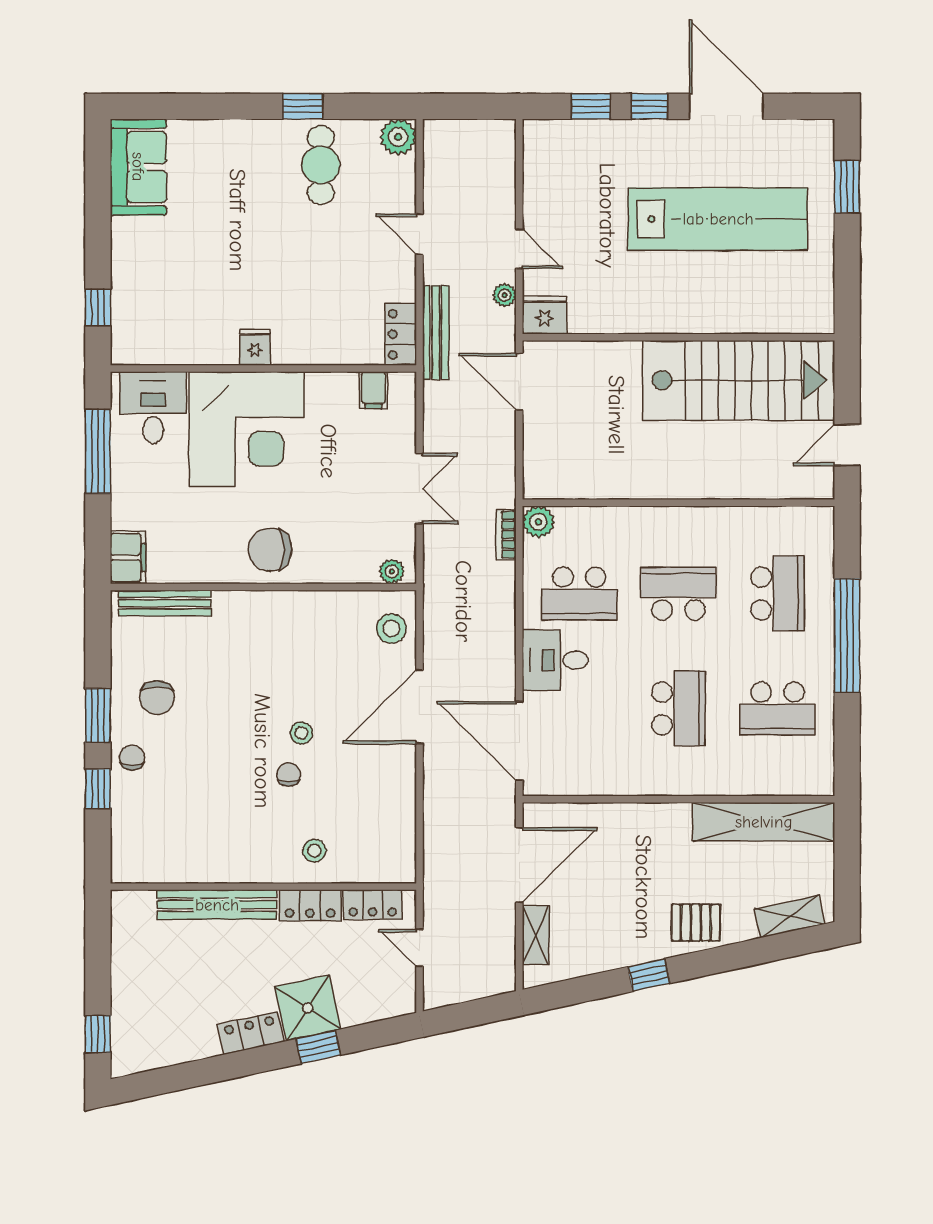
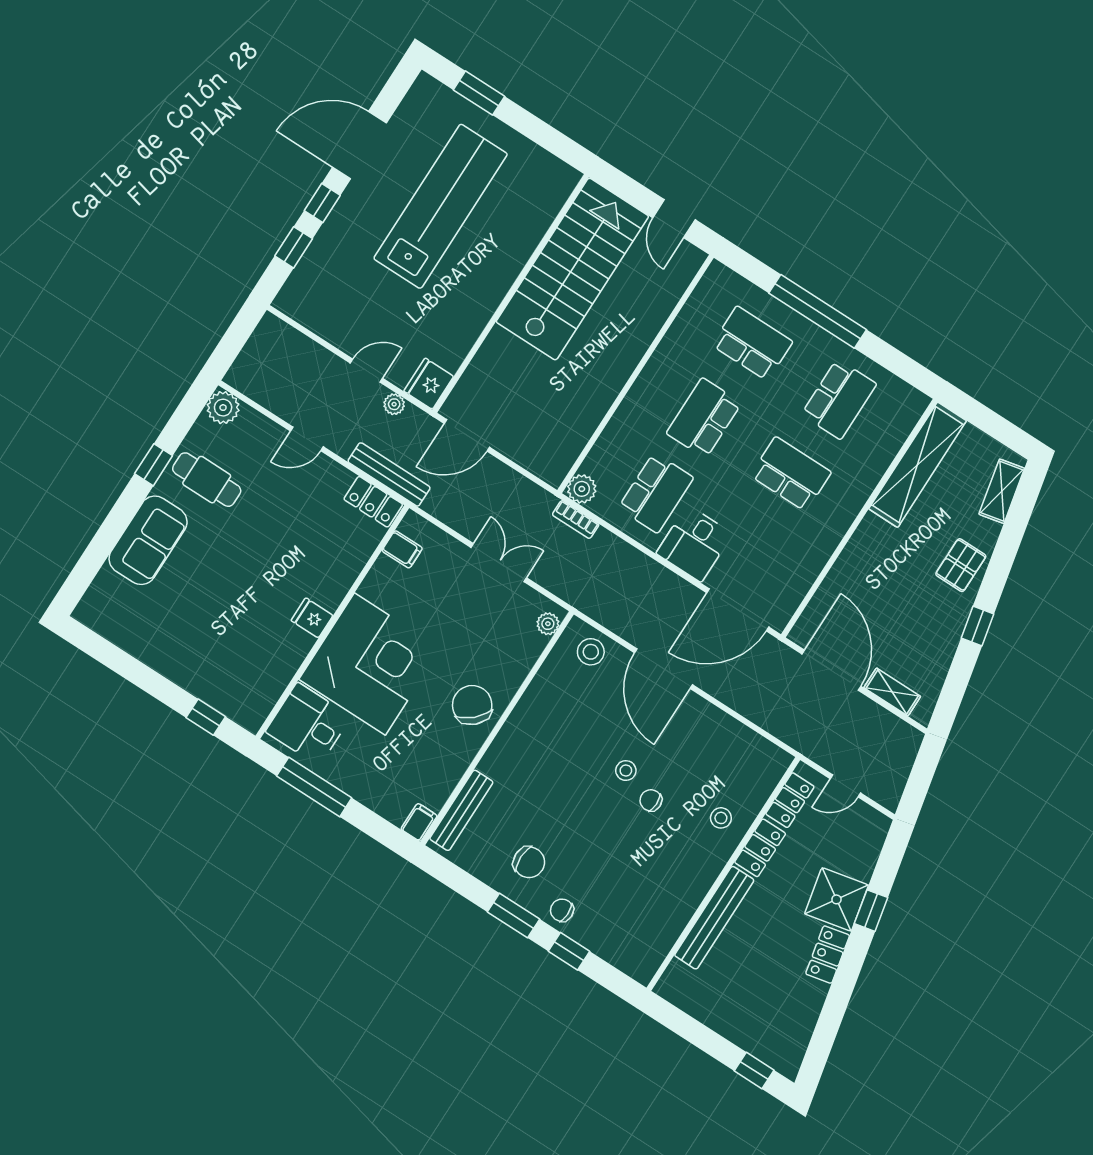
sofa: (138, 167) -> (148, 540), moved, turned 90
chair: (270, 550) -> (472, 705), turned 137
filing cabinet: (128, 557) -> (419, 822), width x0.50

